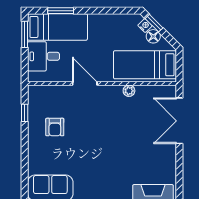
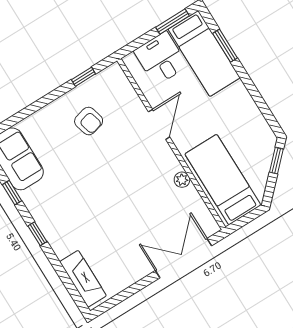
nightstand: (145, 26) -> (267, 152), removed
floor lamp: (153, 36) -> (261, 169), removed
armchair: (55, 127) -> (89, 121), turned -105

